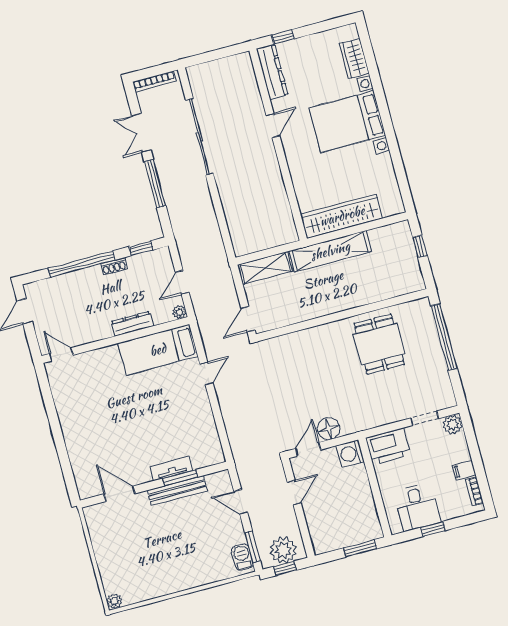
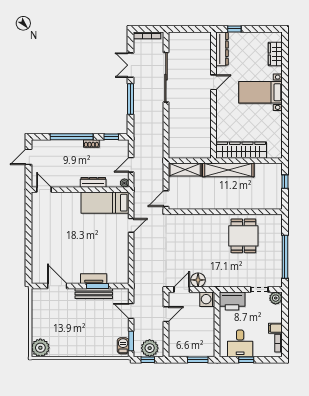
bed with nightstands: (347, 122) -> (260, 92), width x0.73
window: (444, 337) -> (285, 257), moved
plant: (114, 601) -> (40, 348), width x1.87, depth x1.87

